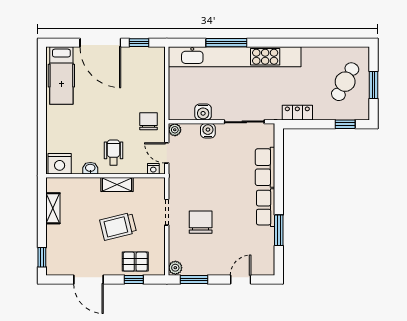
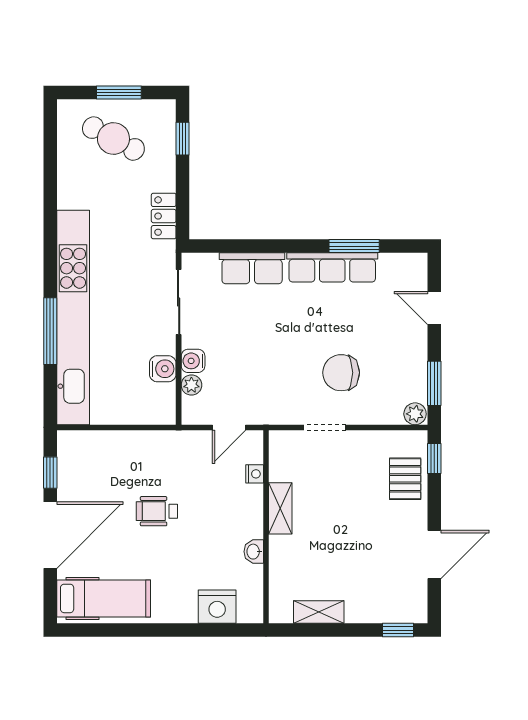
chair: (149, 121) -> (178, 457), removed
plant: (175, 130) -> (191, 385), moved
wheelchair: (113, 152) -> (157, 511), moved
nightstand: (60, 164) -> (217, 607), moved, turned 90
nightstand: (153, 169) -> (255, 474), moved
row of seats: (266, 208) -> (332, 267), width x1.48
trolley: (118, 226) -> (348, 506), removed
window: (134, 280) -> (434, 459), moved

